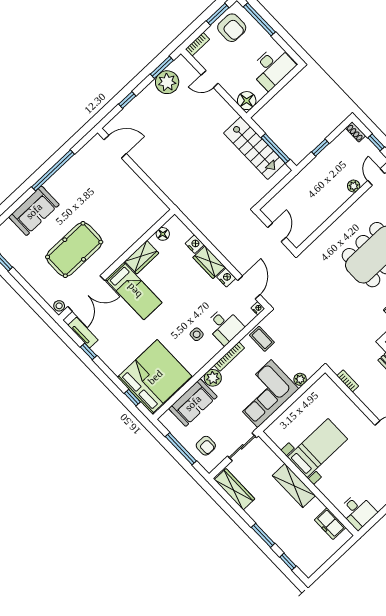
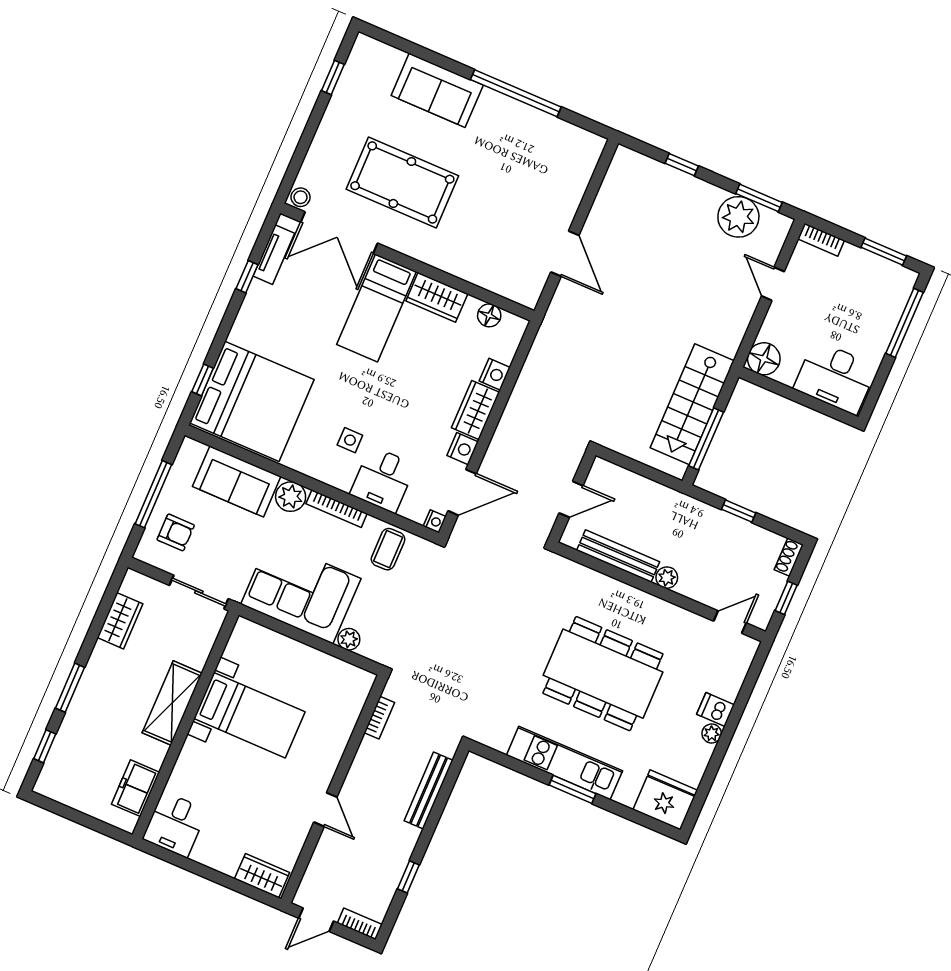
armchair: (232, 28) -> (872, 284), removed
door: (115, 147) -> (565, 254), moved
plant: (354, 186) -> (667, 578), moved
bench: (317, 220) -> (618, 556), added
armchair: (206, 446) -> (176, 532), turned -90
wardrobe: (235, 489) -> (120, 621), width x0.67

